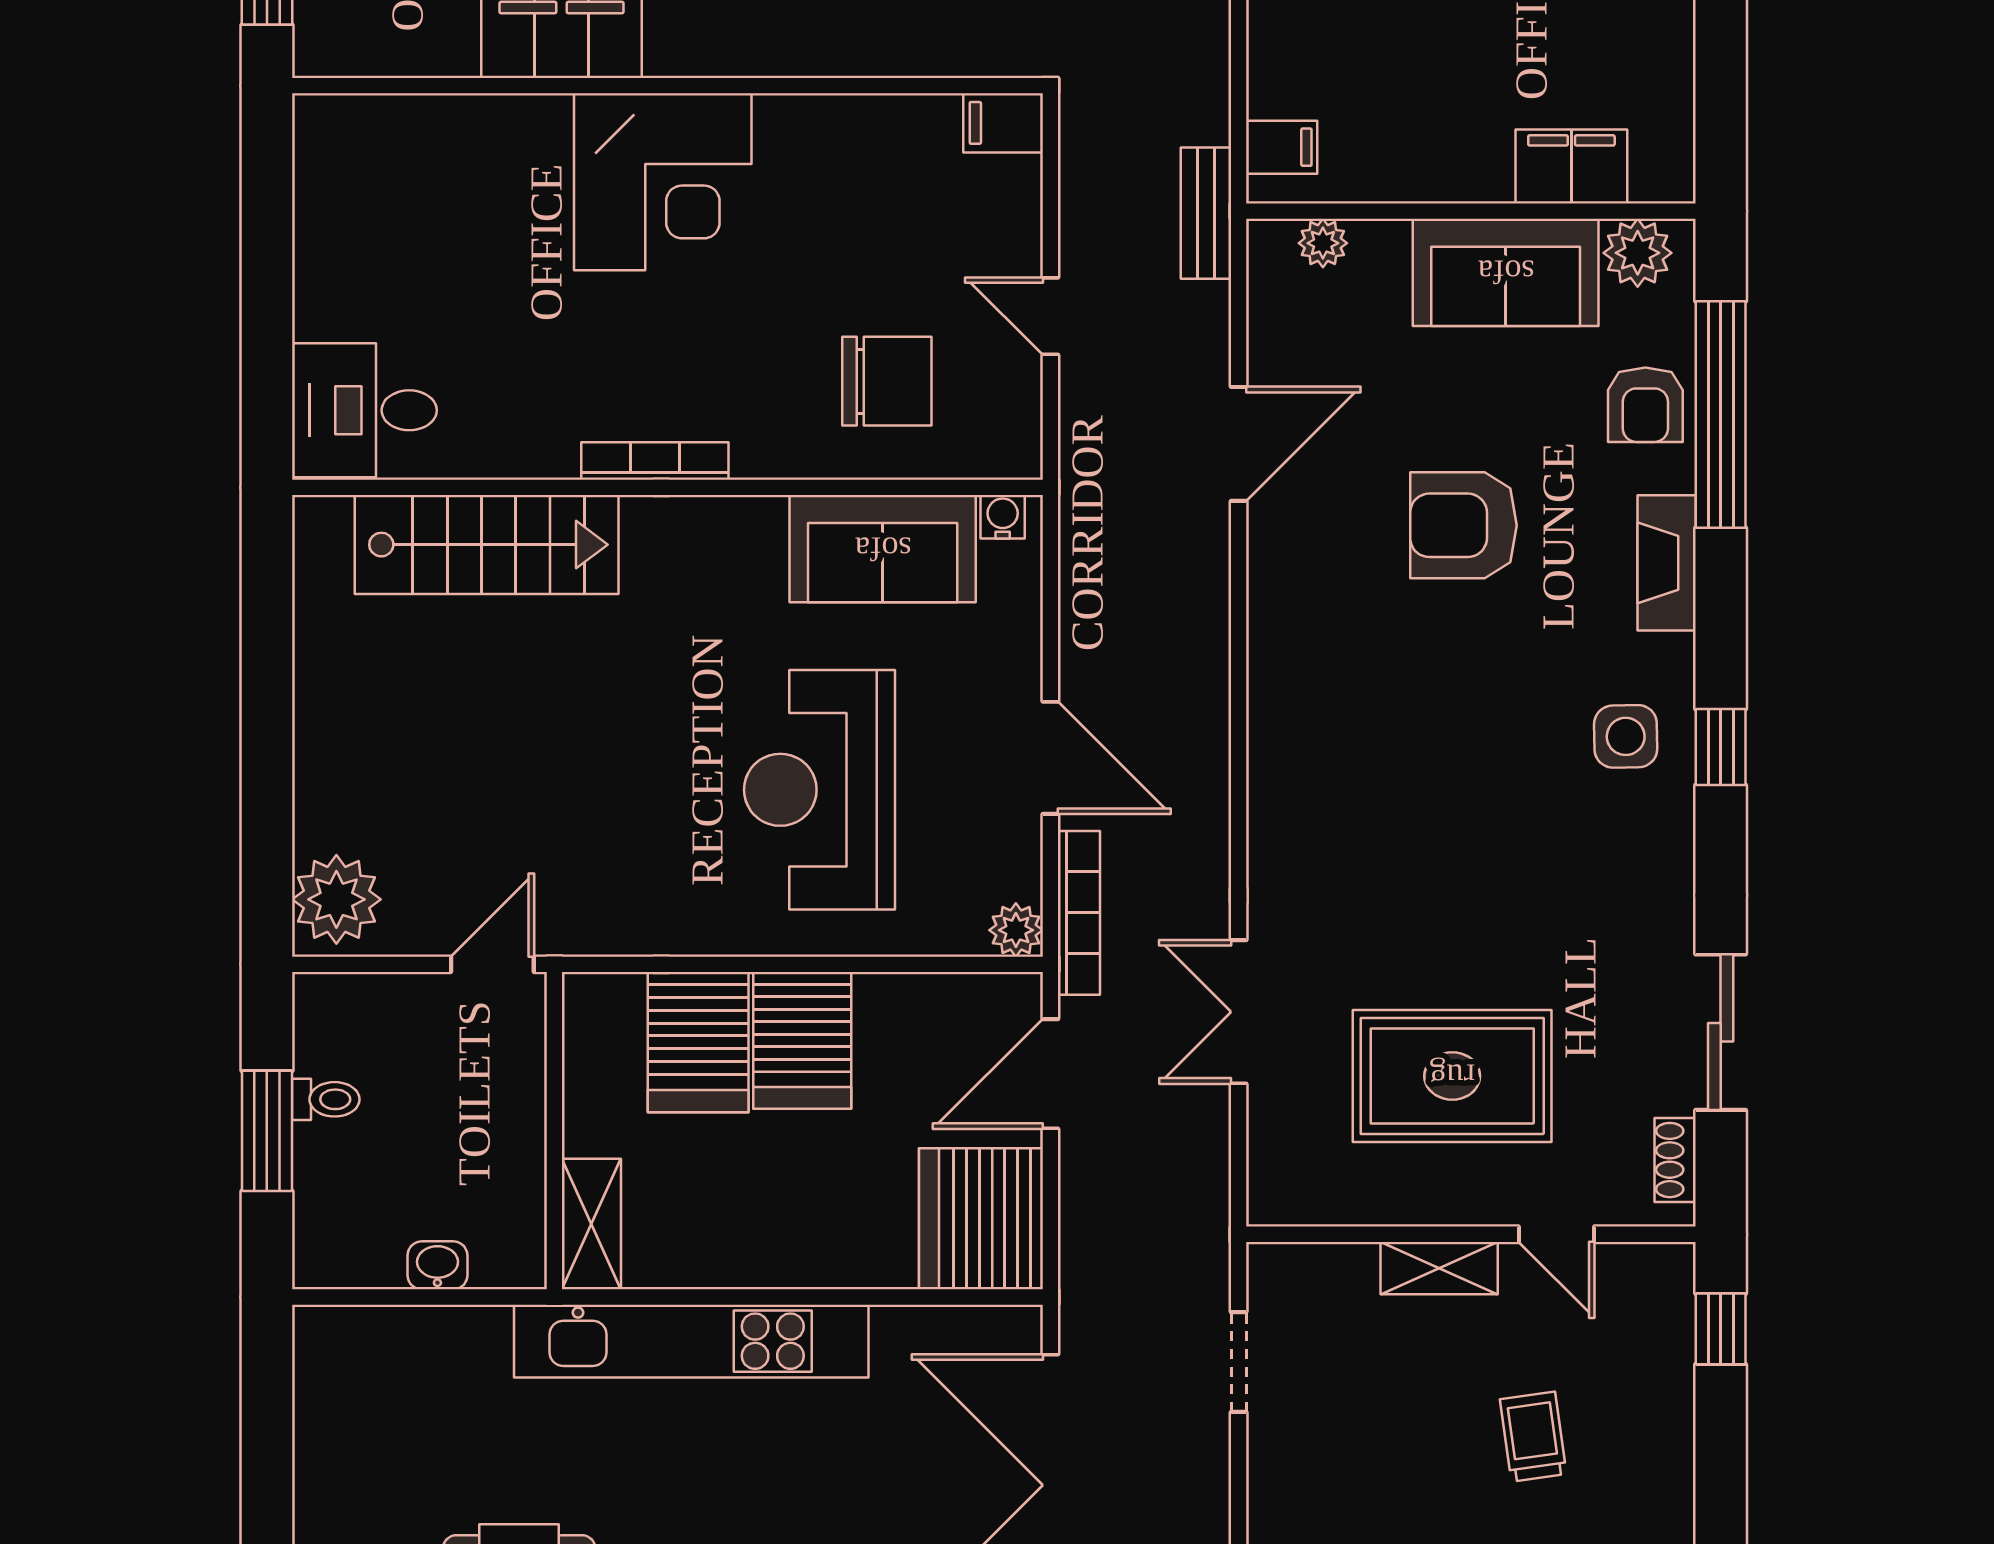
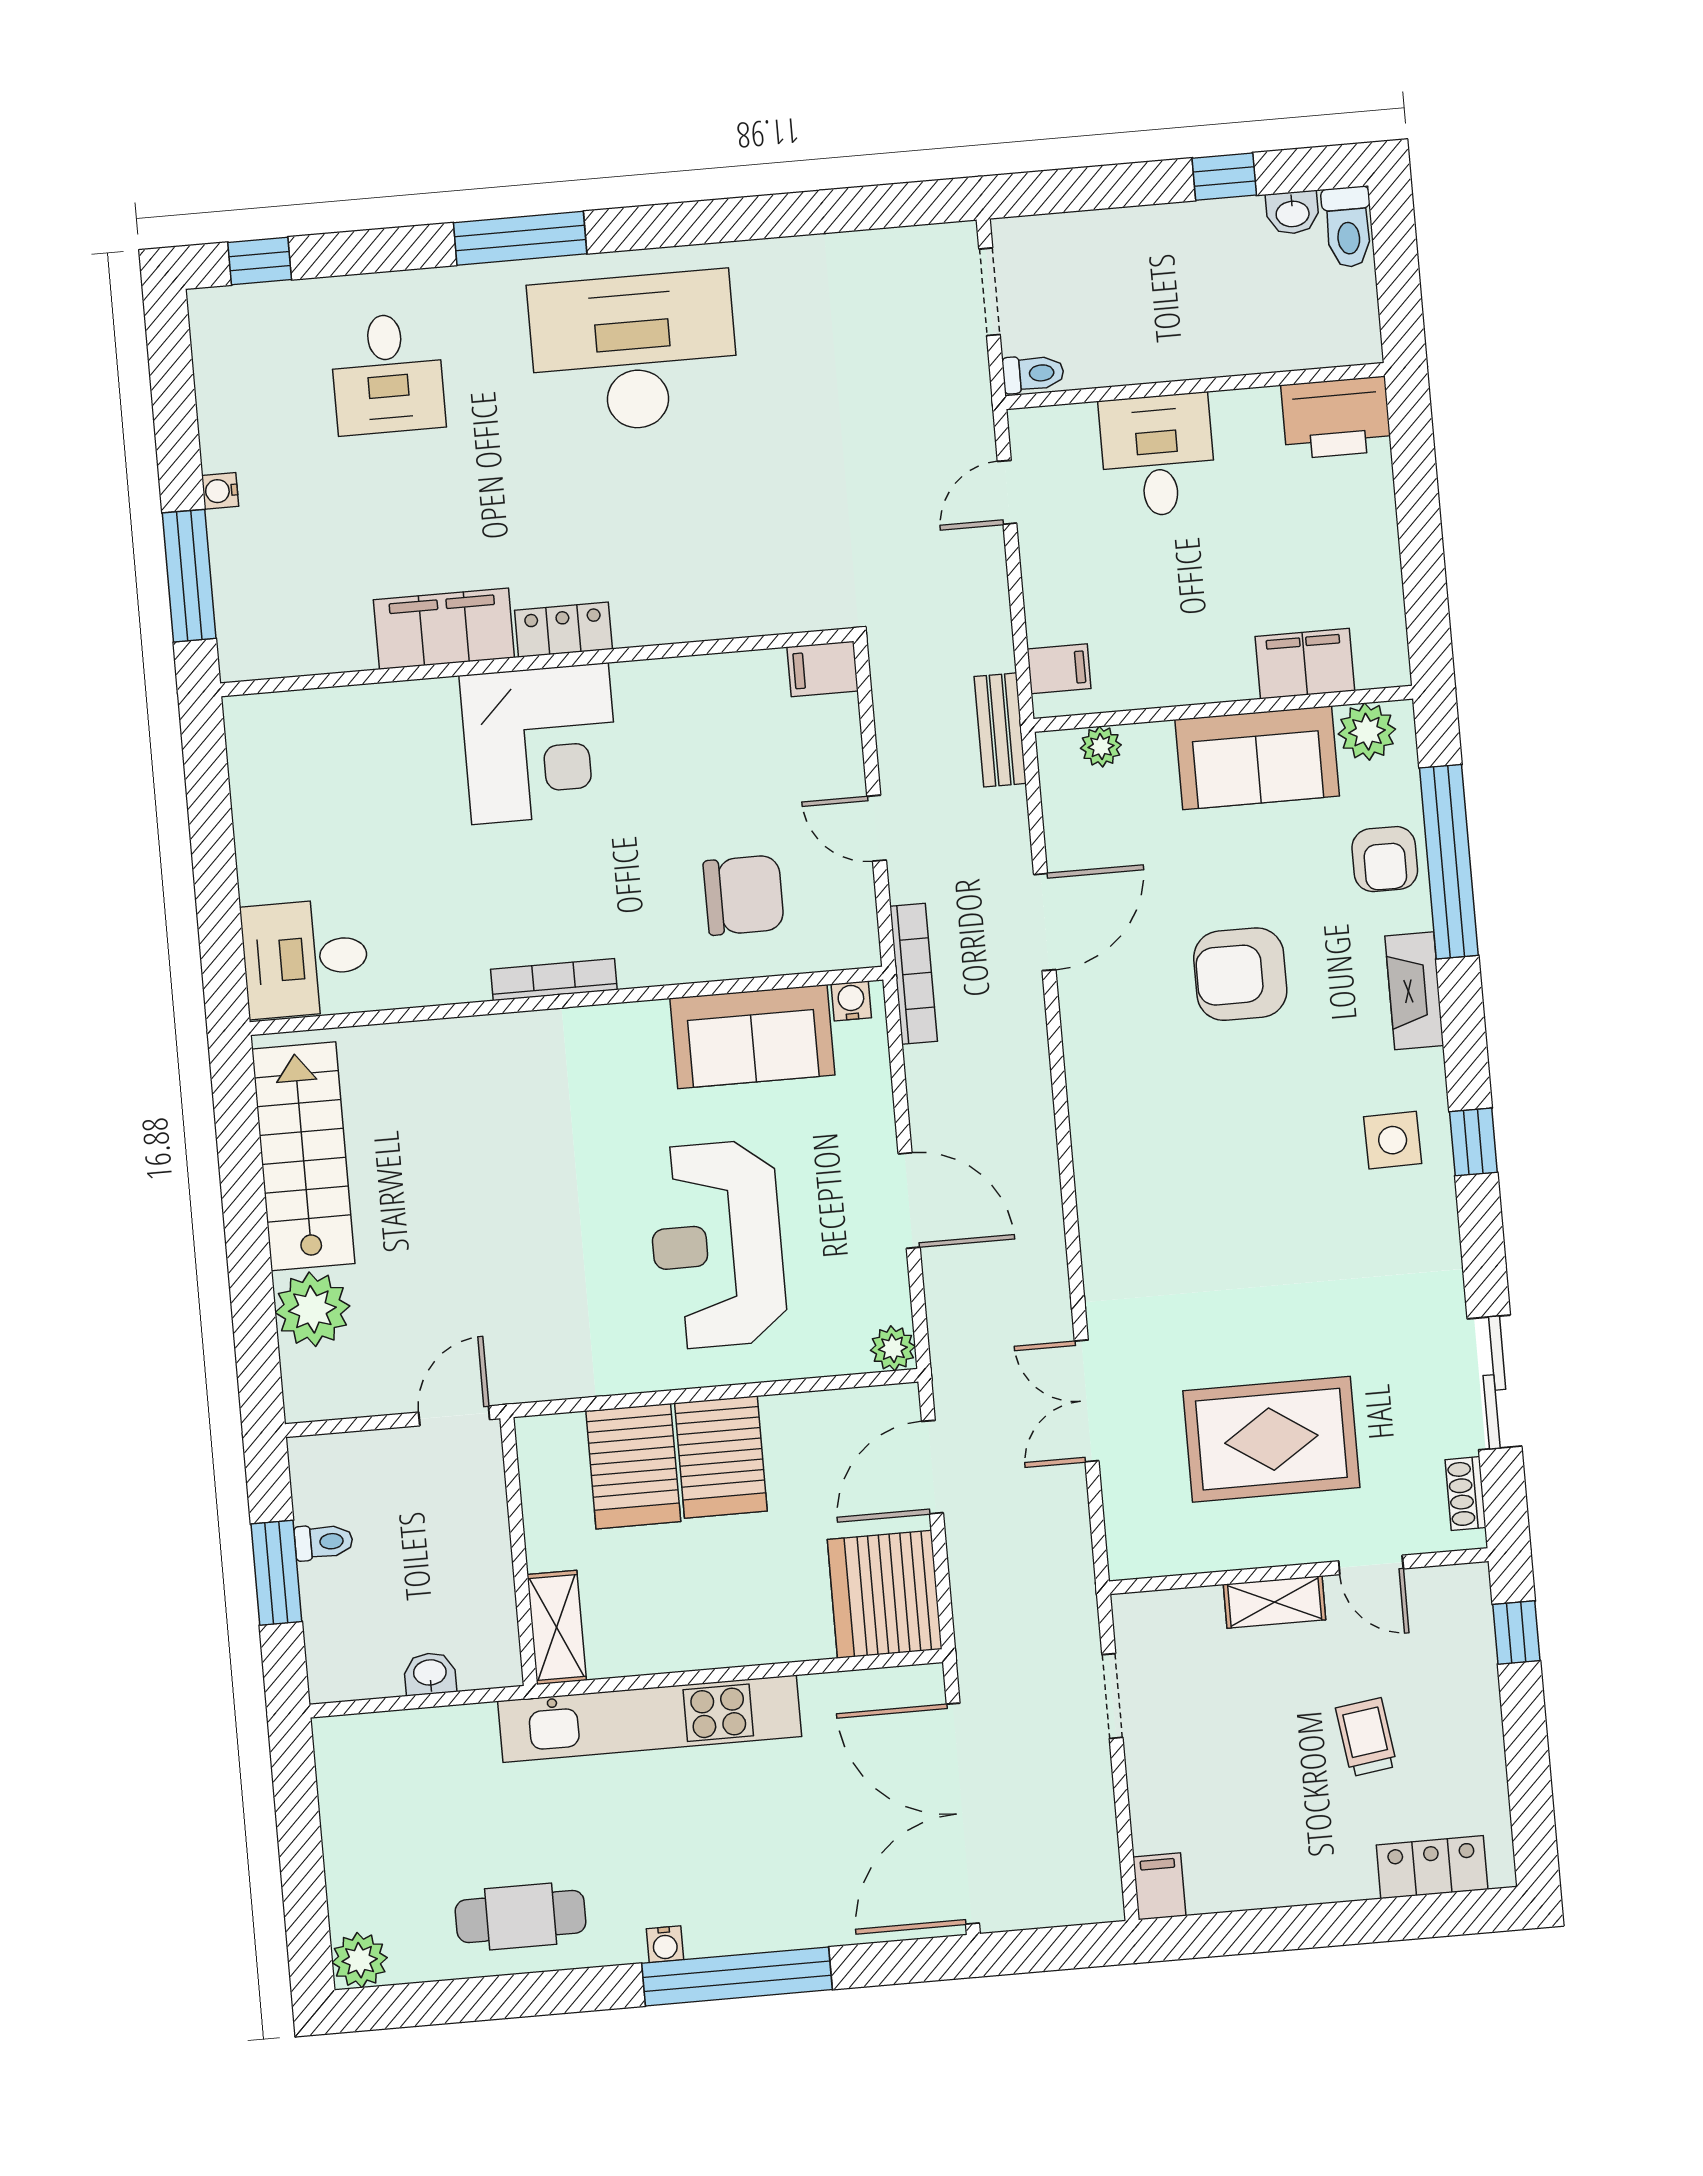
locker: (702, 50) -> (563, 630), added
stairs: (487, 545) -> (303, 1156), moved, turned -90
plant: (336, 899) -> (312, 1309), moved
bookcase: (1079, 913) -> (914, 974), moved

